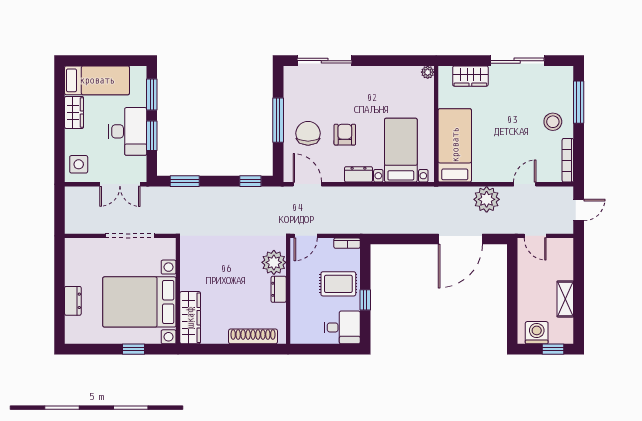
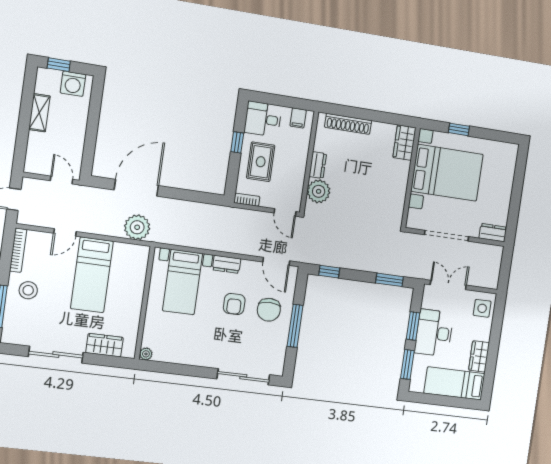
bed: (455, 145) -> (92, 275), moved
plant: (487, 199) -> (137, 227), moved
door: (306, 236) -> (285, 212), swing flipped
rug: (338, 284) -> (261, 162), turned 90
dresser: (73, 301) -> (493, 233), moved, turned 90
wardrobe: (190, 318) -> (404, 143), width x0.67
filing cabinet: (306, 334) -> (298, 118), added

